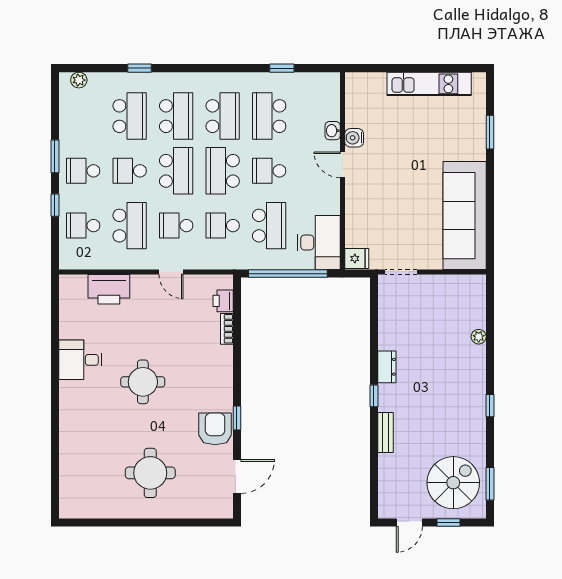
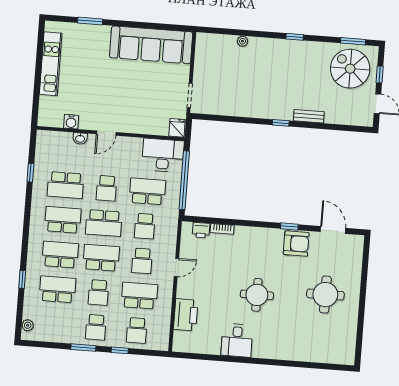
water cooler: (354, 138) -> (71, 122), moved
dresser: (387, 367) -> (260, 112), removed
armchair: (215, 429) -> (296, 244), turned 180

